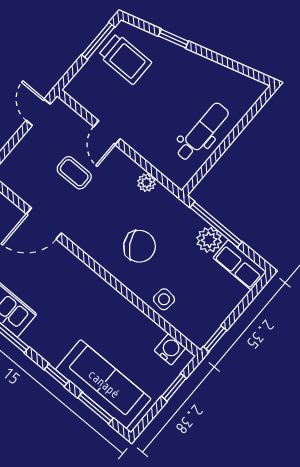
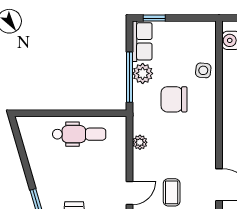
dental chair: (202, 132) -> (79, 134), turned 180
chair: (140, 246) -> (174, 99), moved, turned -60
window: (215, 339) -> (154, 18), moved

